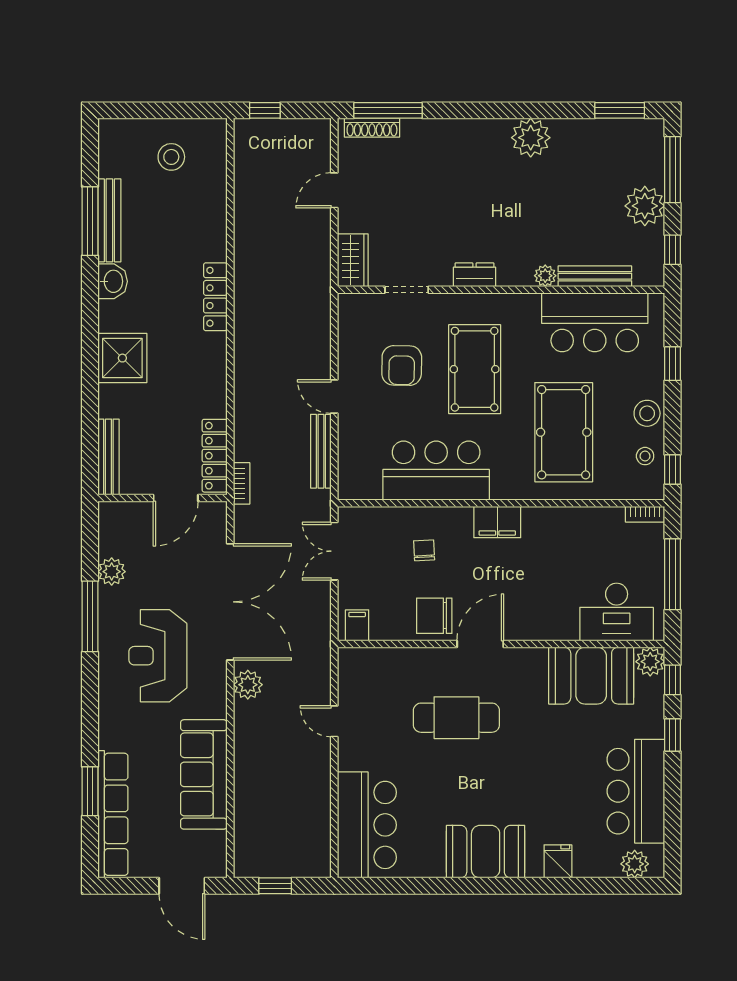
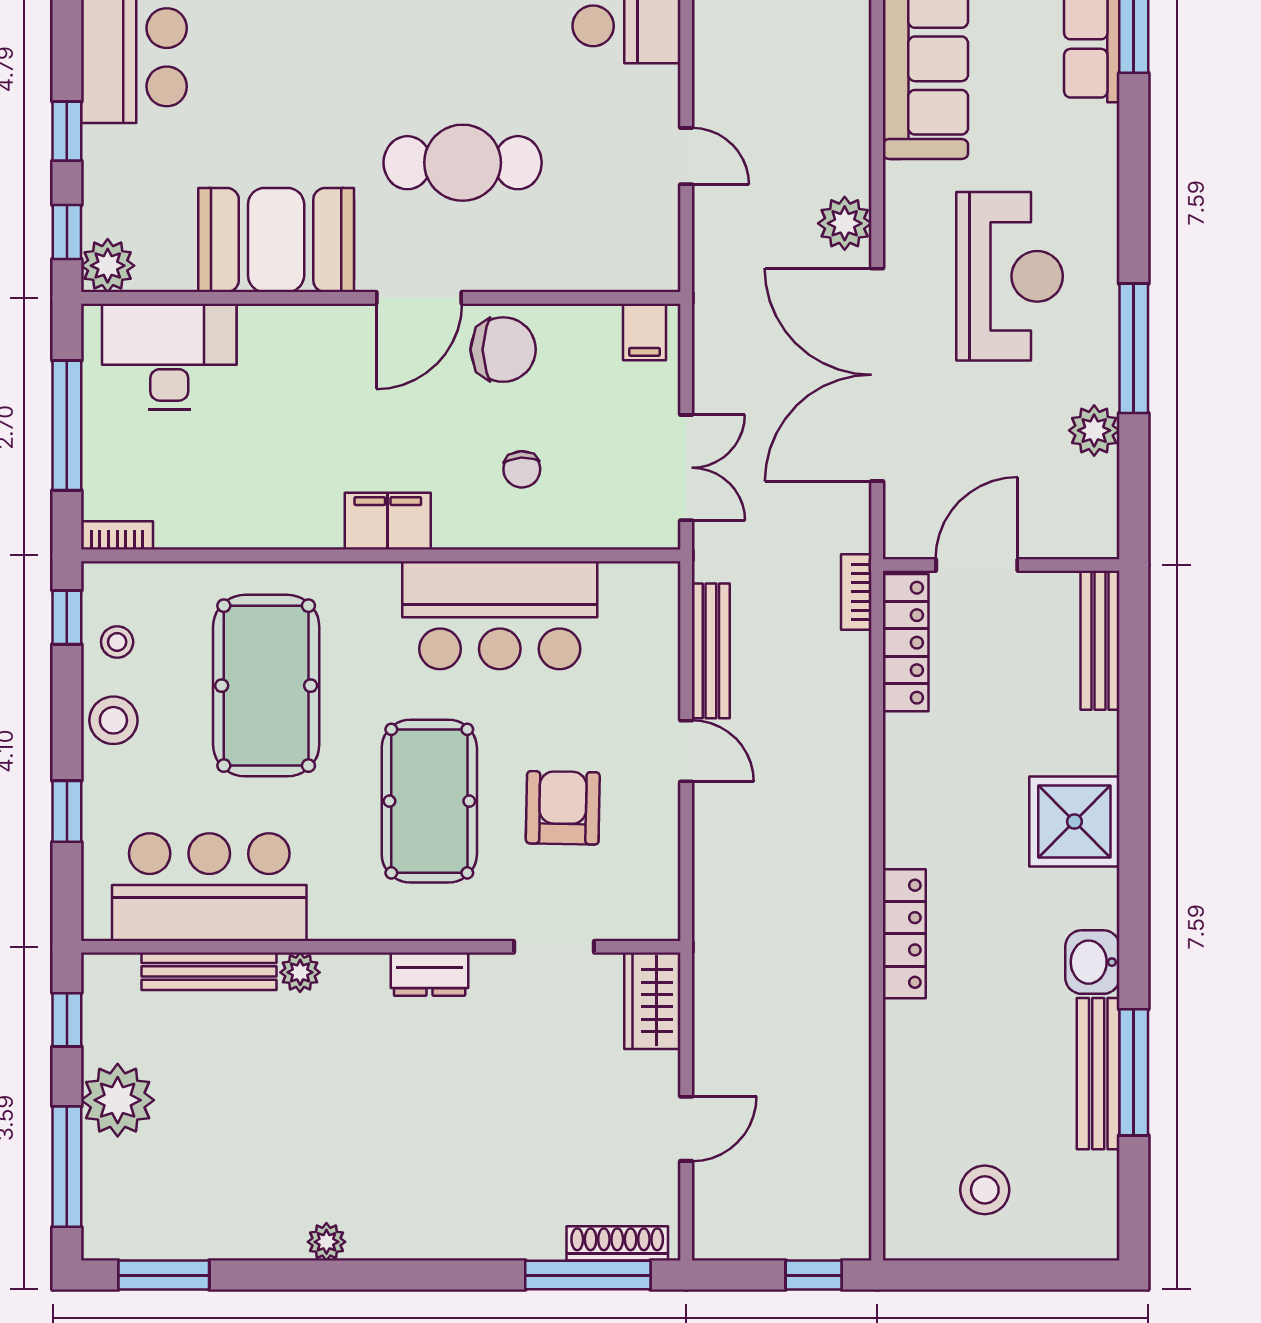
plant: (531, 138) -> (326, 1242), width x0.53, depth x0.53
booth: (591, 676) -> (276, 240), moved

